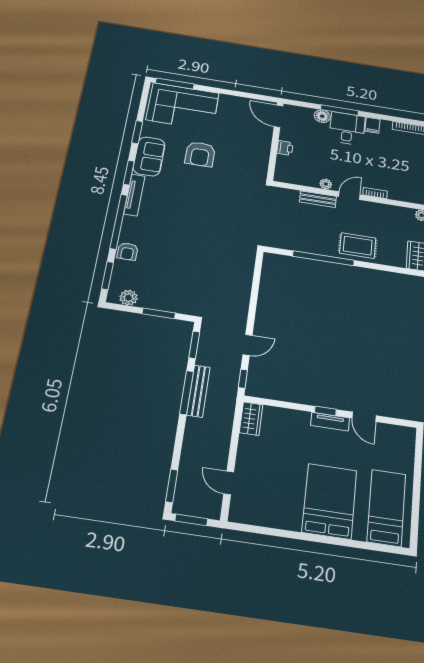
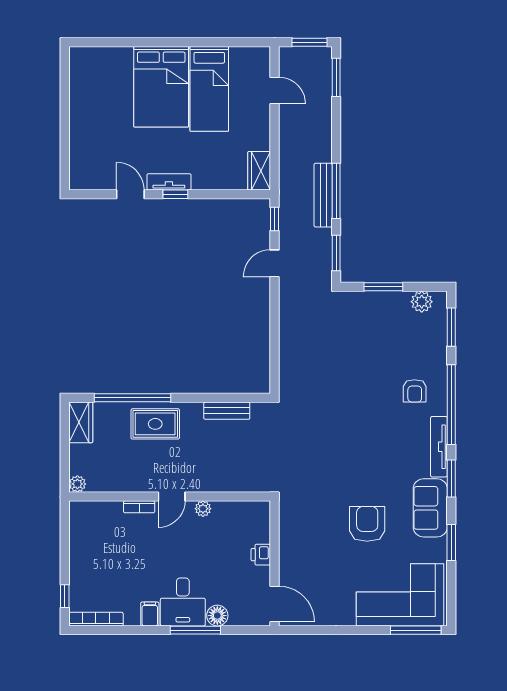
bench: (318, 199) -> (227, 411), moved
armchair: (127, 252) -> (415, 391), moved, turned 180
window: (323, 258) -> (133, 398), moved
bed: (386, 508) -> (209, 89), moved

